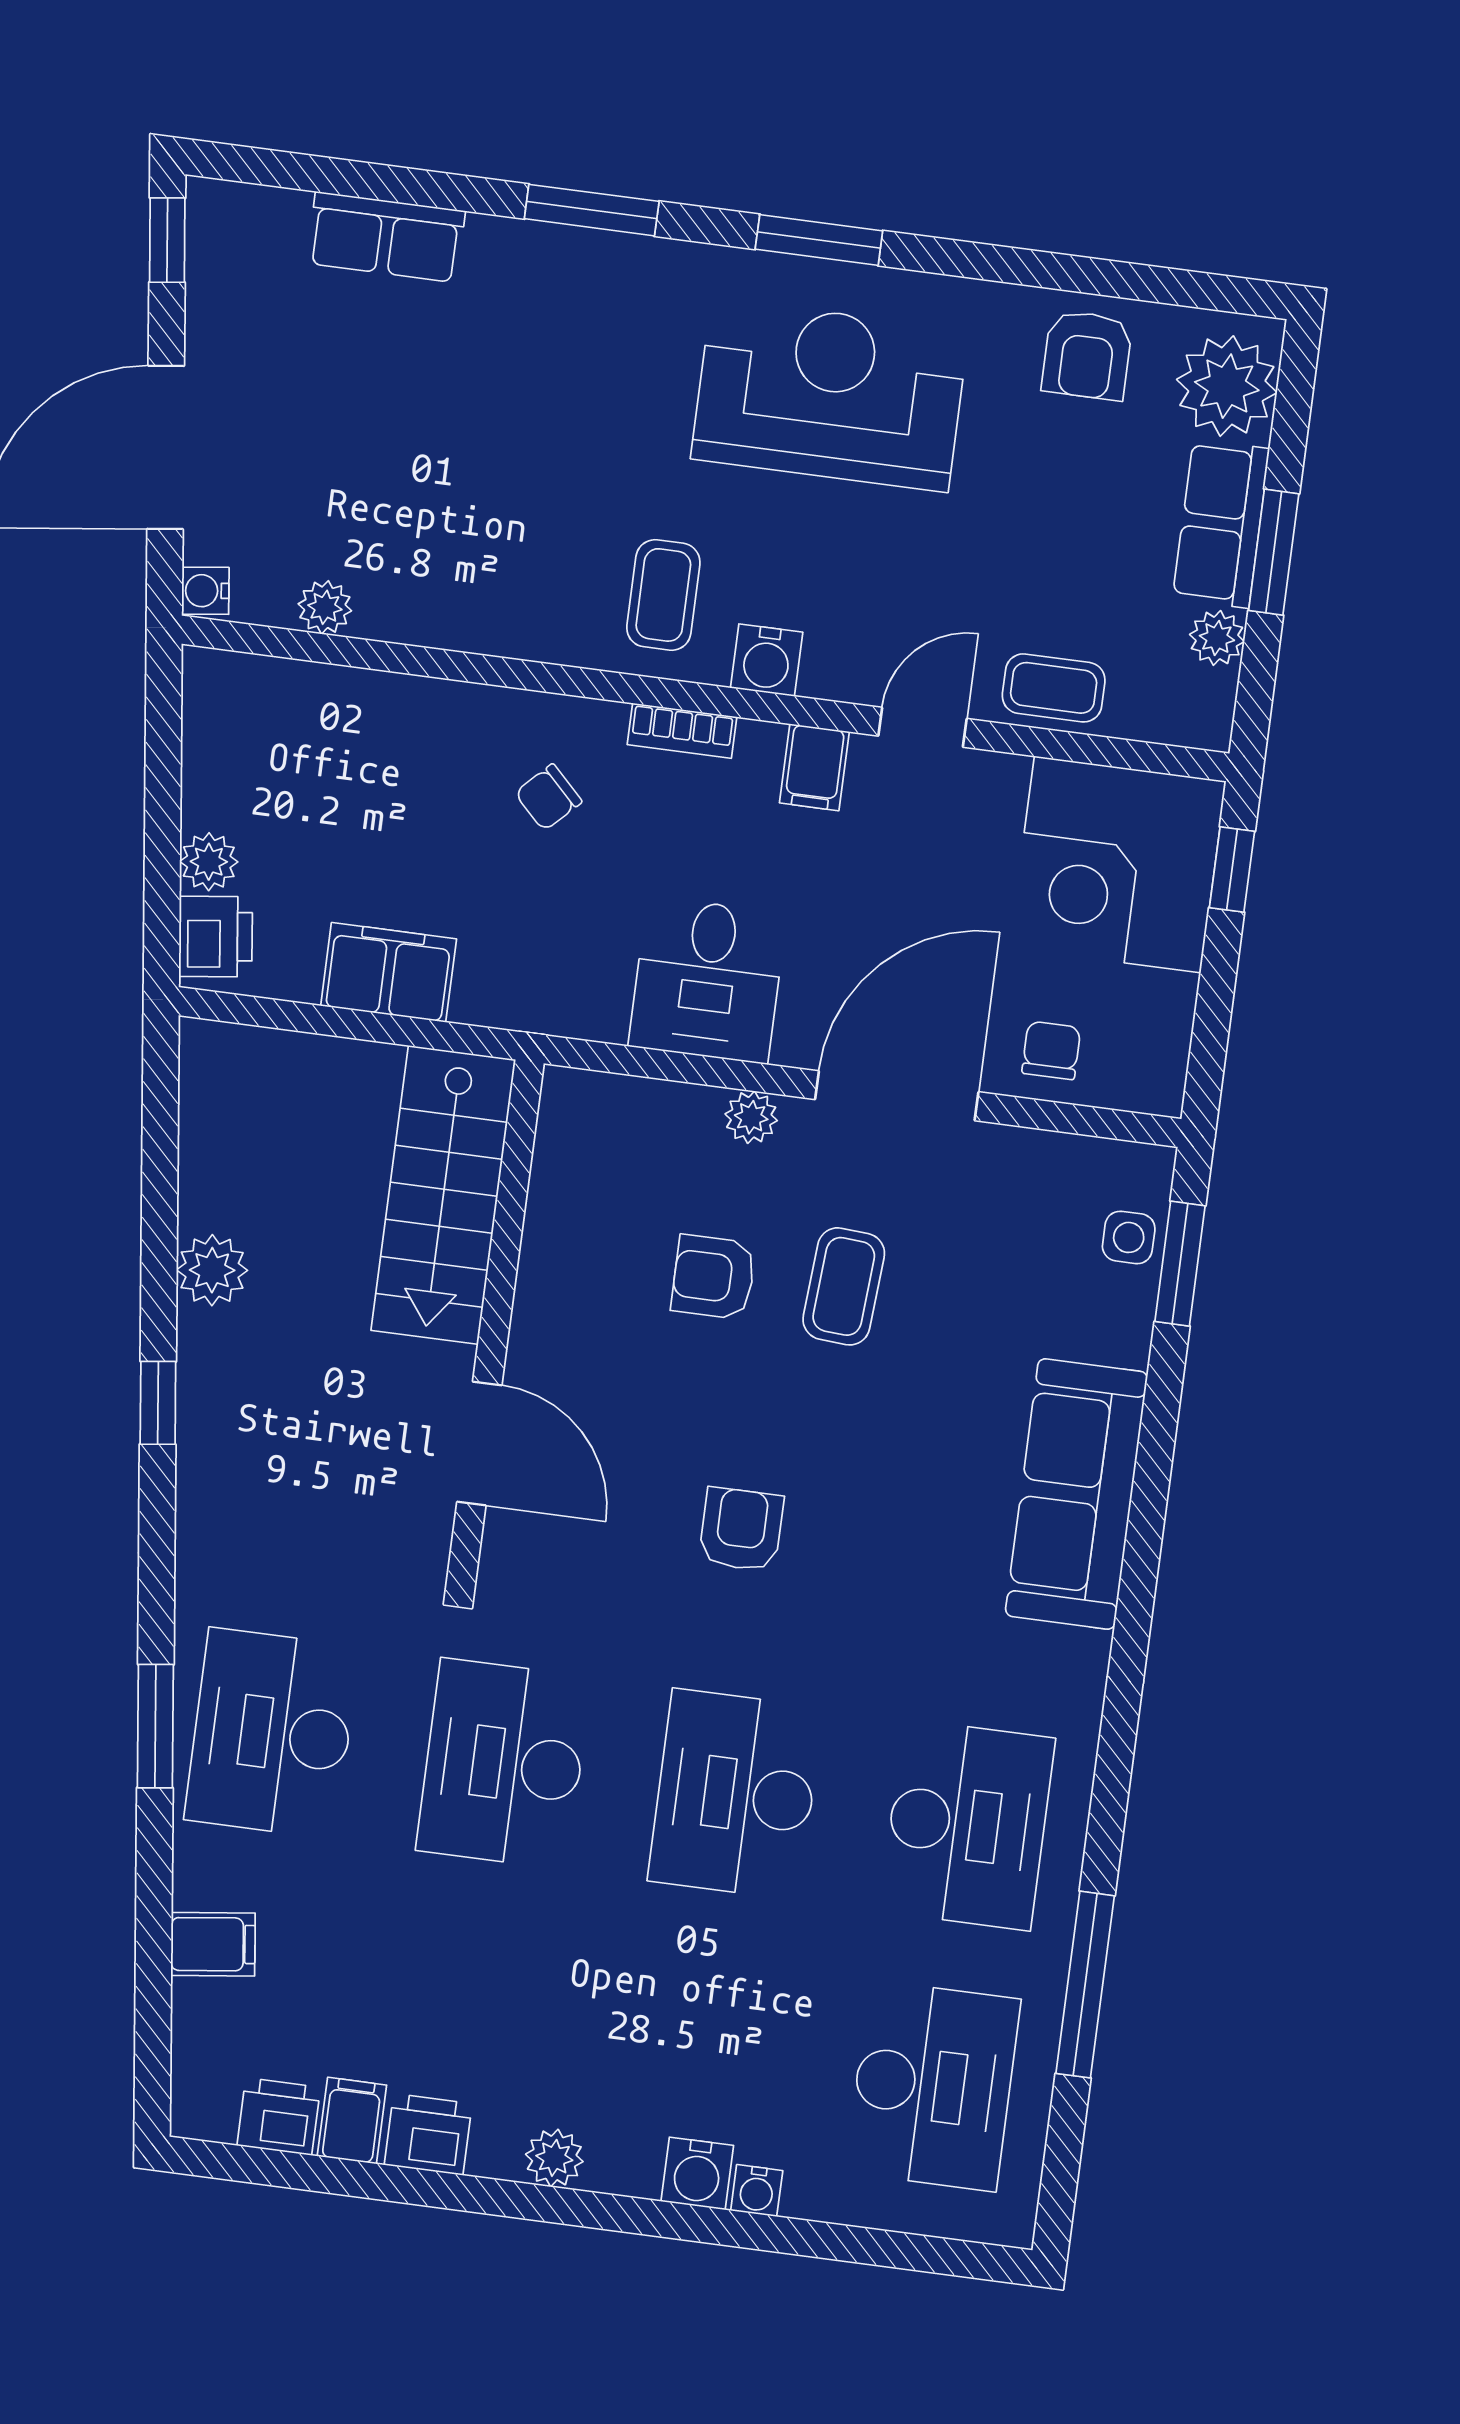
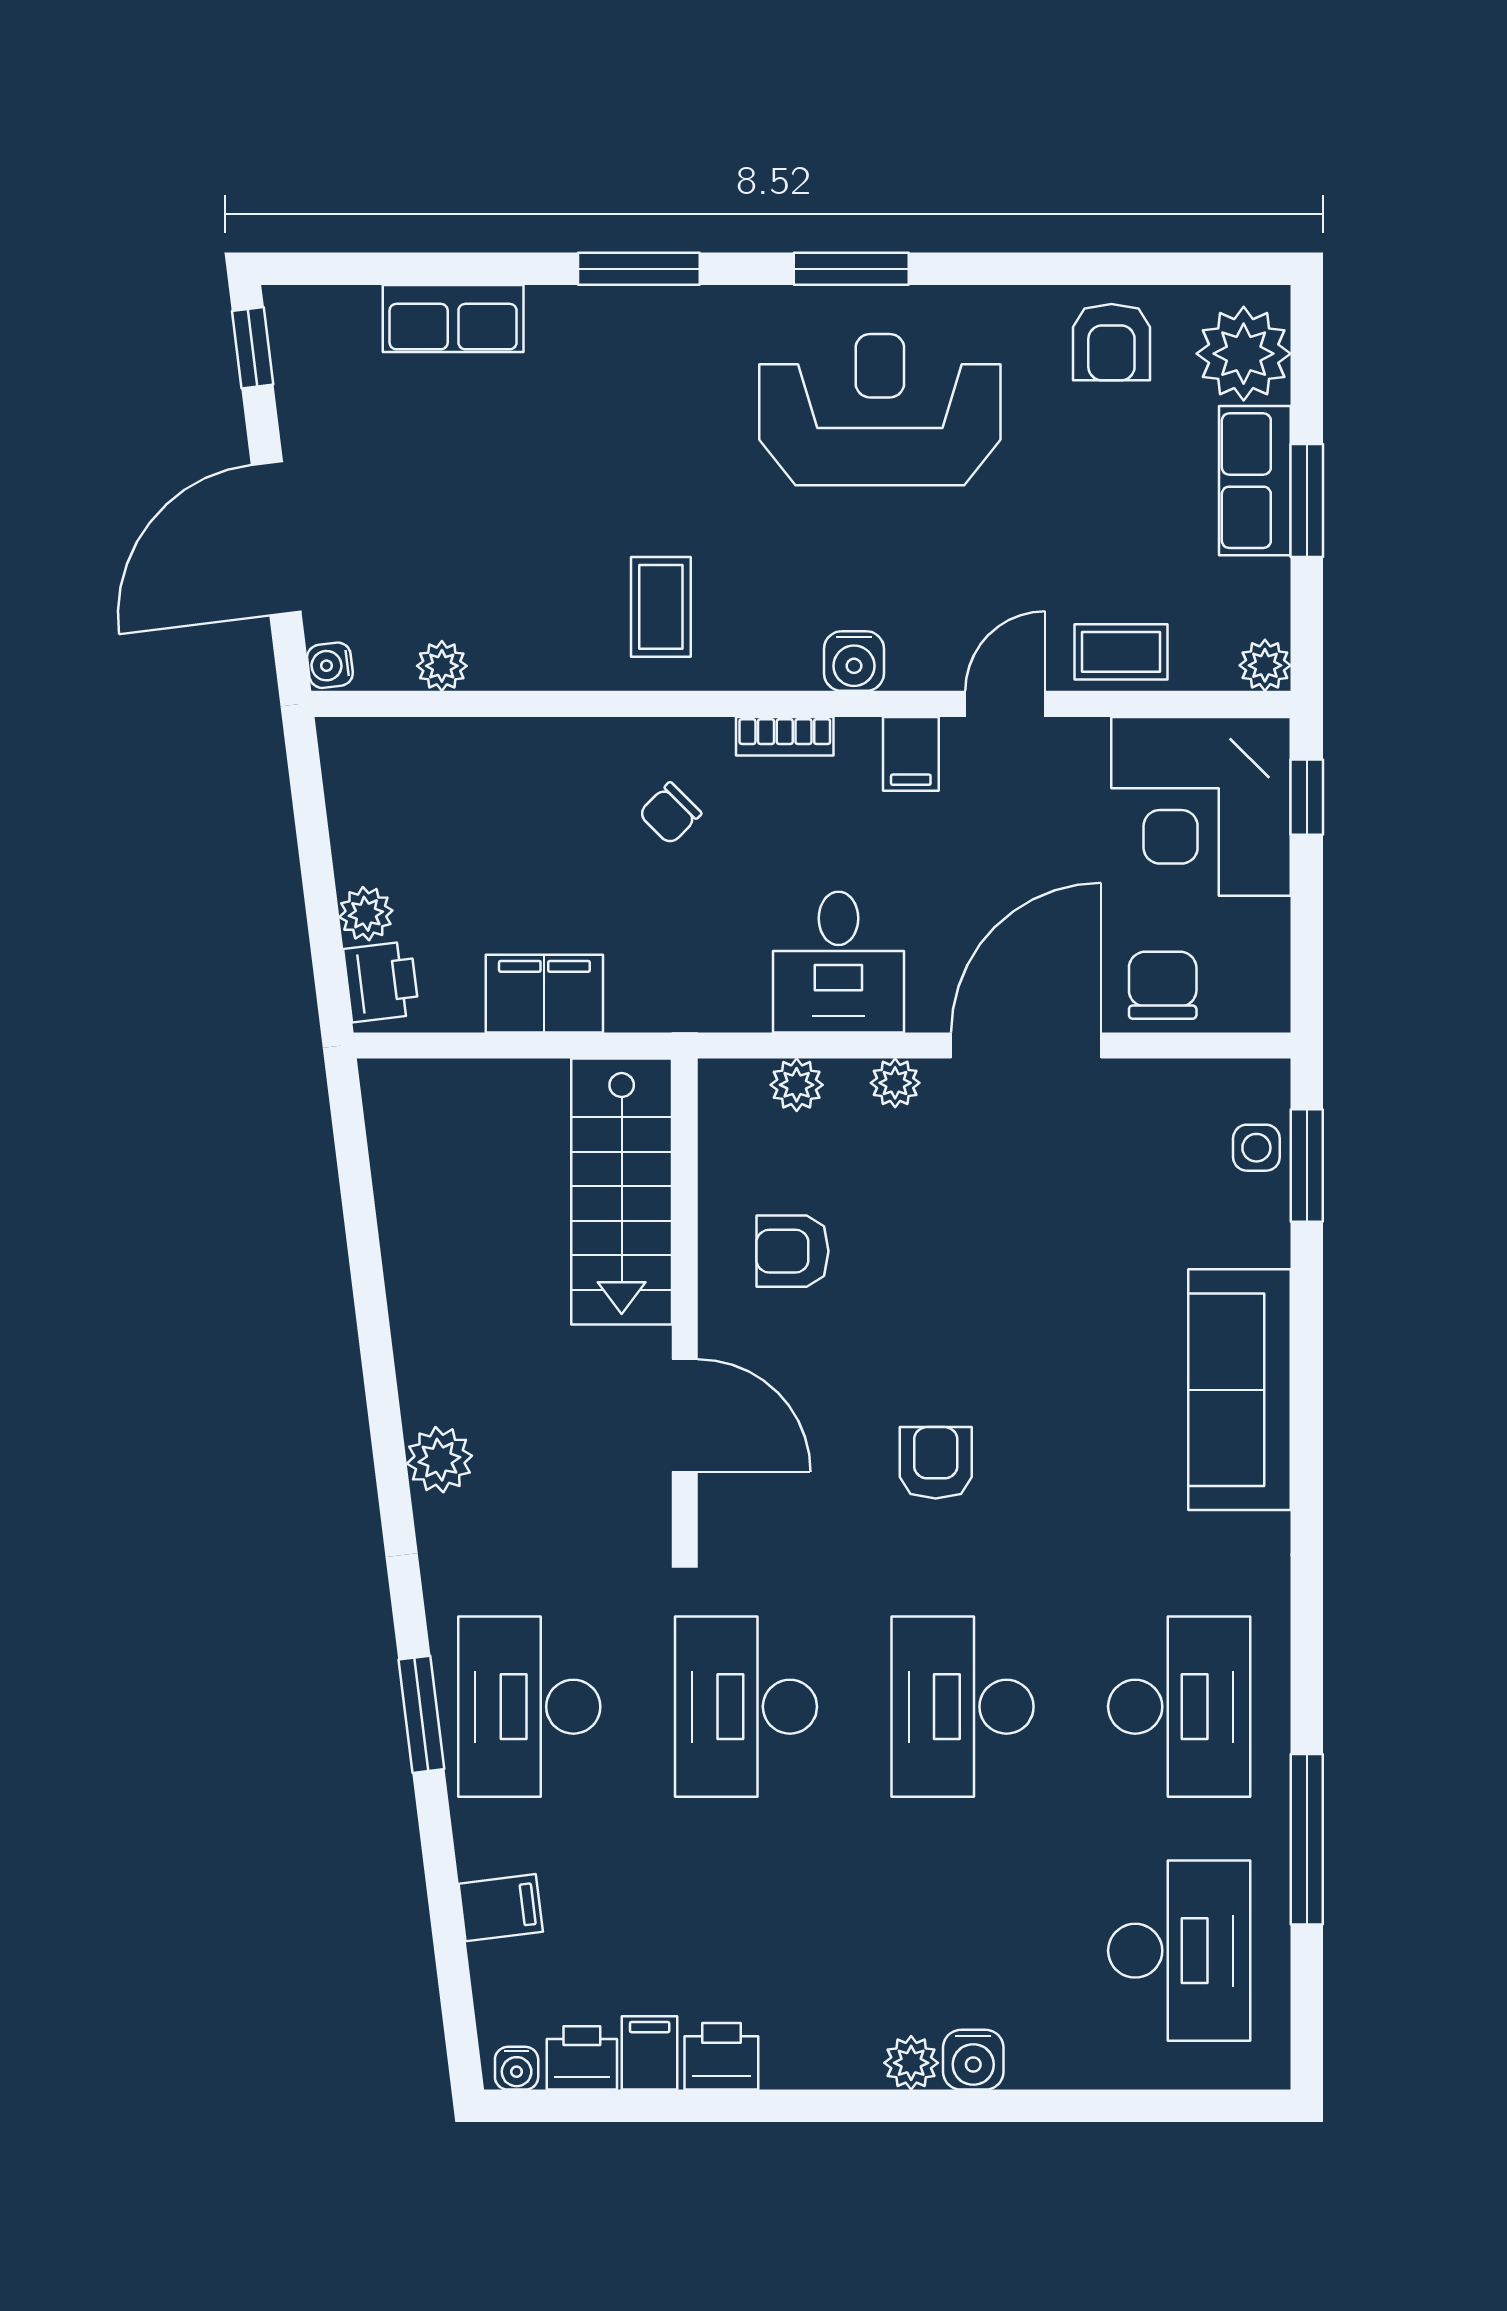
coffee table: (663, 595) -> (661, 607), moved
plant: (1217, 638) -> (1265, 665), moved
chair: (1051, 1050) -> (1163, 985), width x1.37, depth x1.37
plant: (646, 1105) -> (797, 1085), added
plant: (212, 1270) -> (439, 1460), moved
armchair: (713, 1277) -> (792, 1251), moved
coffee table: (844, 1286) -> (1001, 1227), removed
window: (158, 1403) -> (385, 1417), removed
plant: (554, 2158) -> (911, 2063), moved
water cooler: (757, 2191) -> (517, 2068), moved

